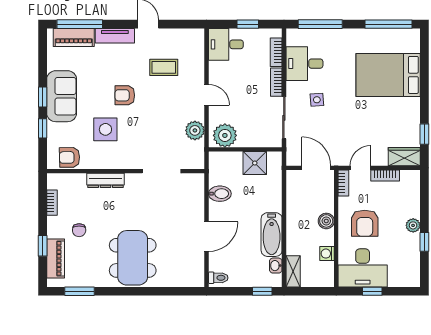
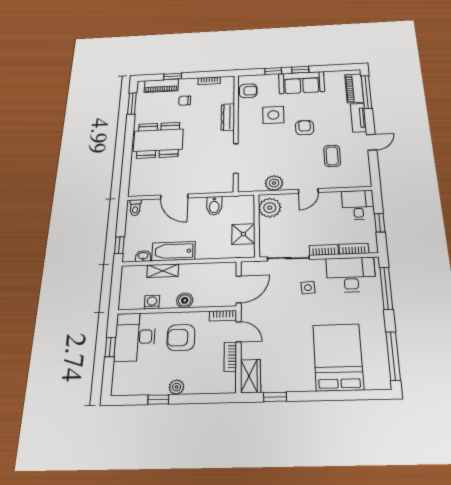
desk: (304, 64) -> (351, 275), width x1.37
armchair: (70, 157) -> (248, 91), turned 91
shelving: (293, 271) -> (163, 271), moved

